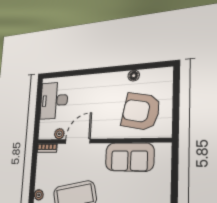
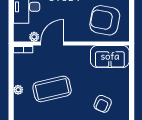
sofa: (129, 157) -> (110, 56), moved

